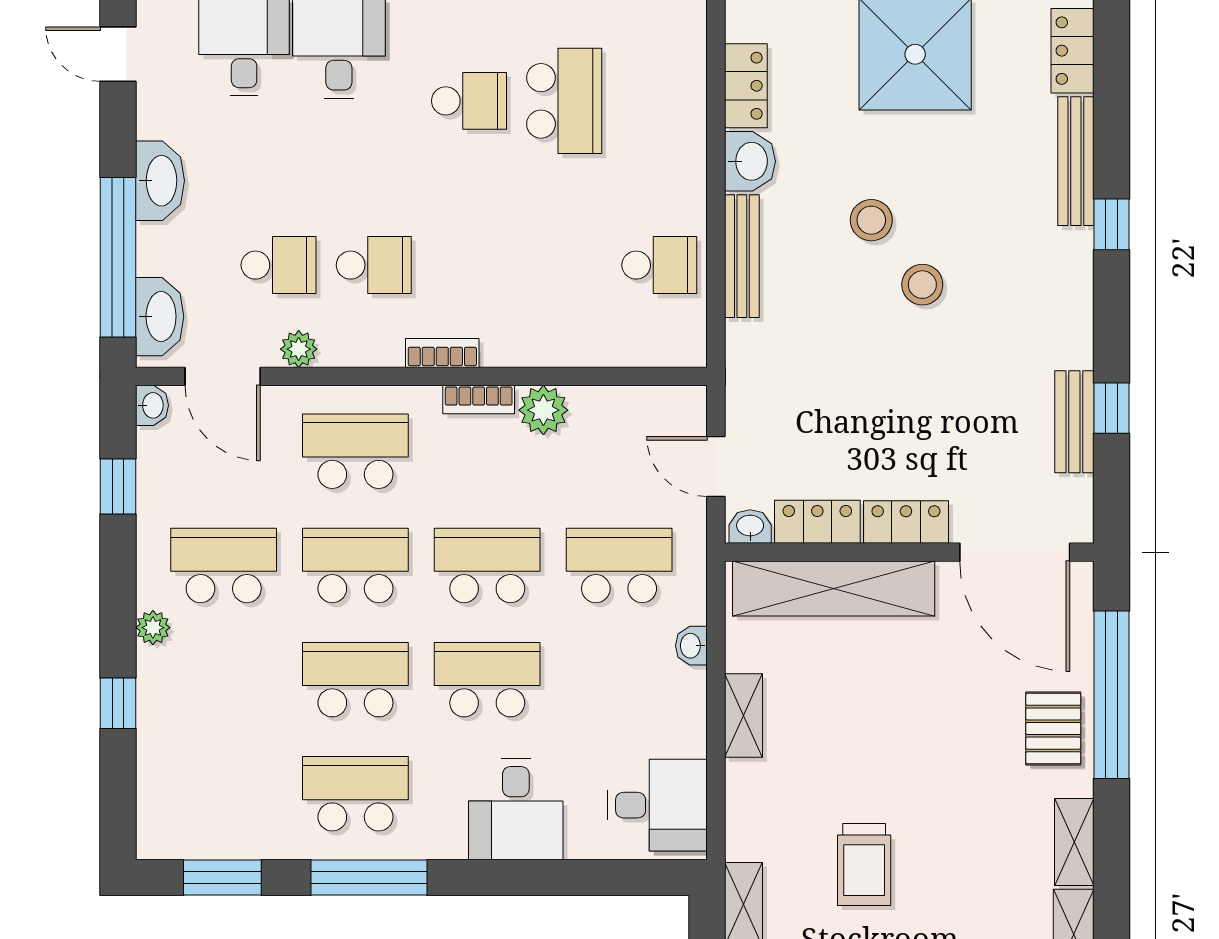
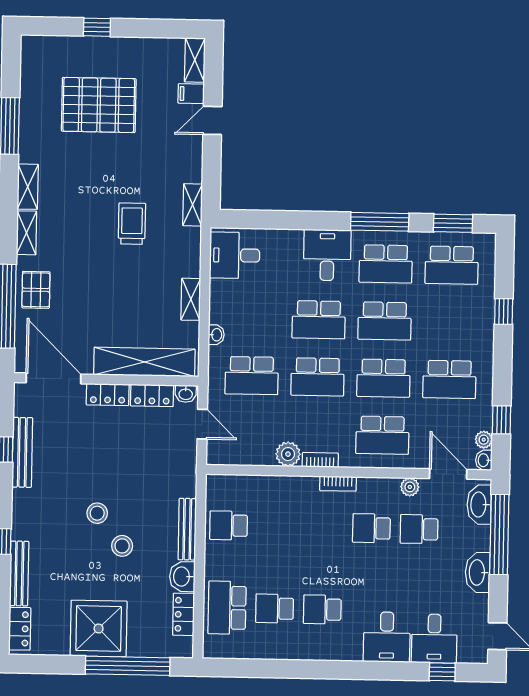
school desk: (564, 101) -> (275, 609), width x0.54
school desk: (659, 101) -> (227, 608), added
bench: (1074, 422) -> (22, 452), width x1.36
plant: (153, 628) -> (484, 440), moved
school desk: (224, 794) -> (452, 265), added
desk: (516, 809) -> (327, 255), moved

